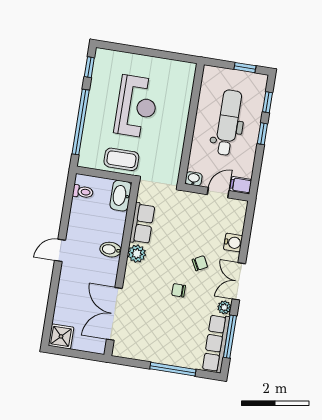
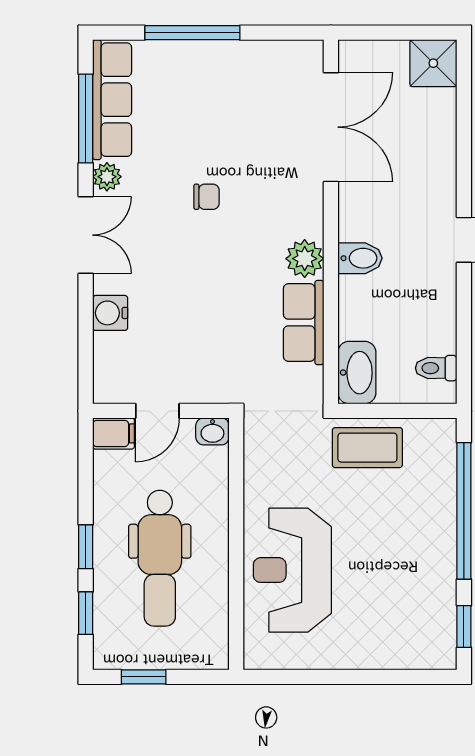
reception desk: (136, 107) -> (292, 570), moved
chair: (200, 263) -> (172, 259), removed

